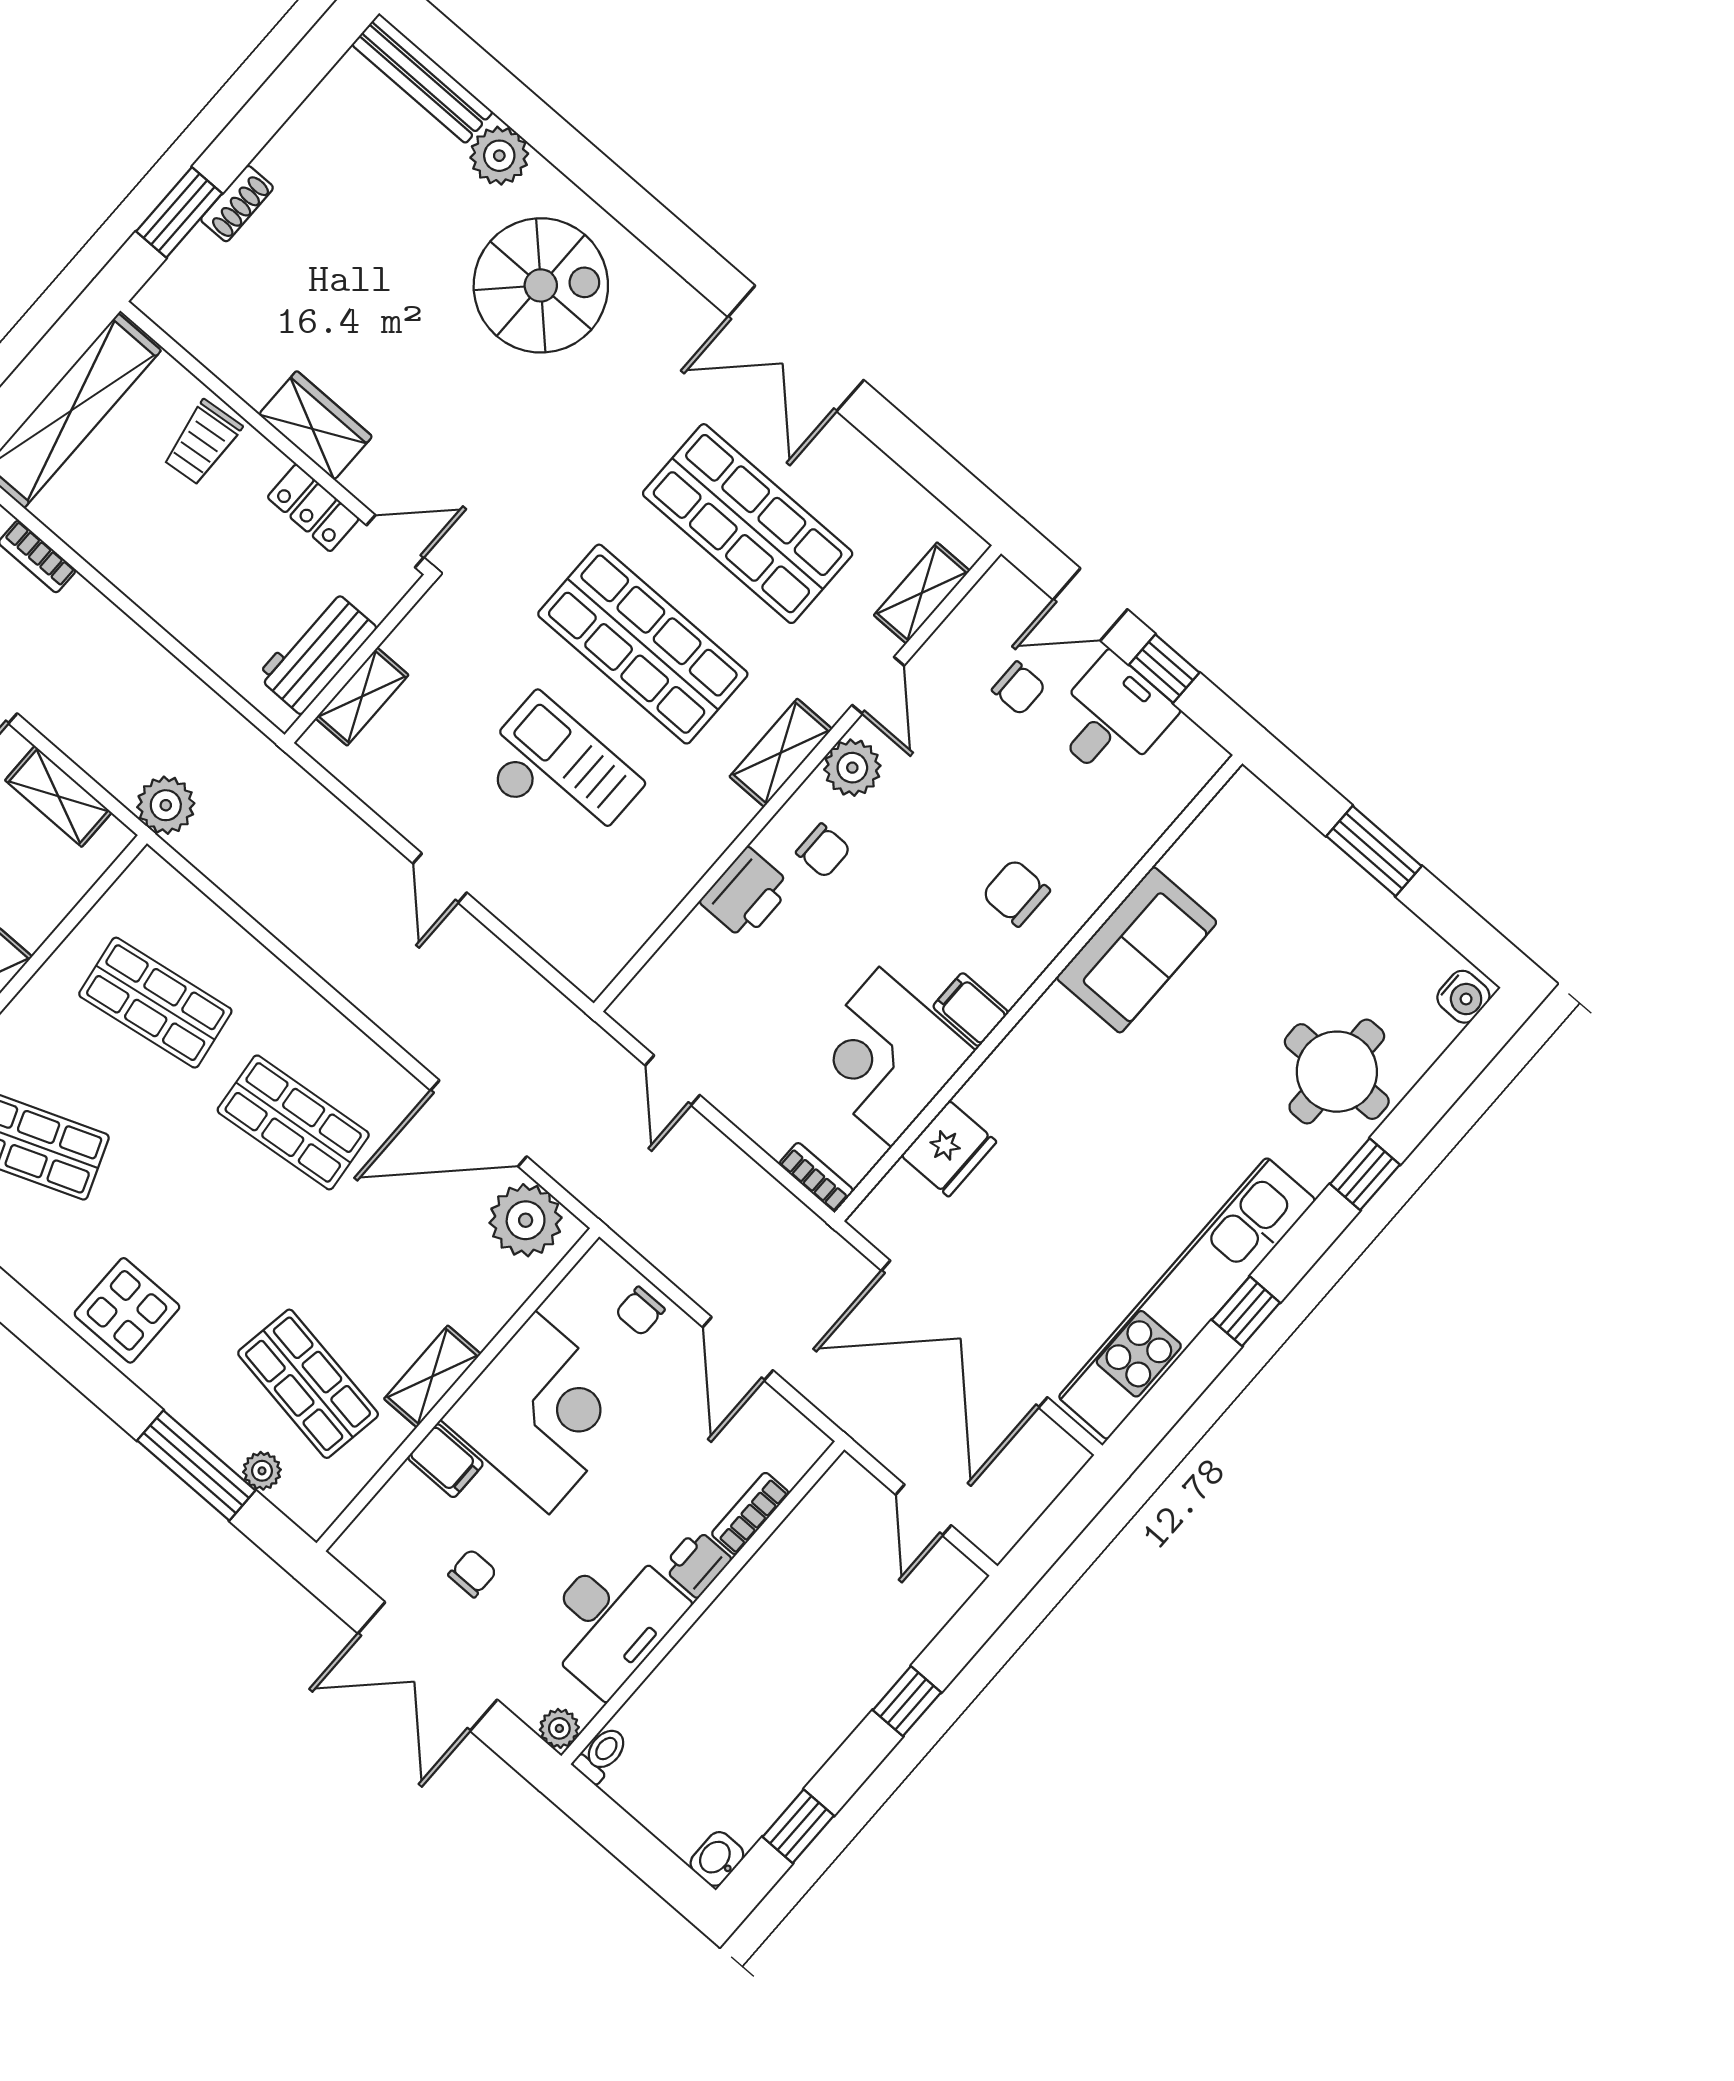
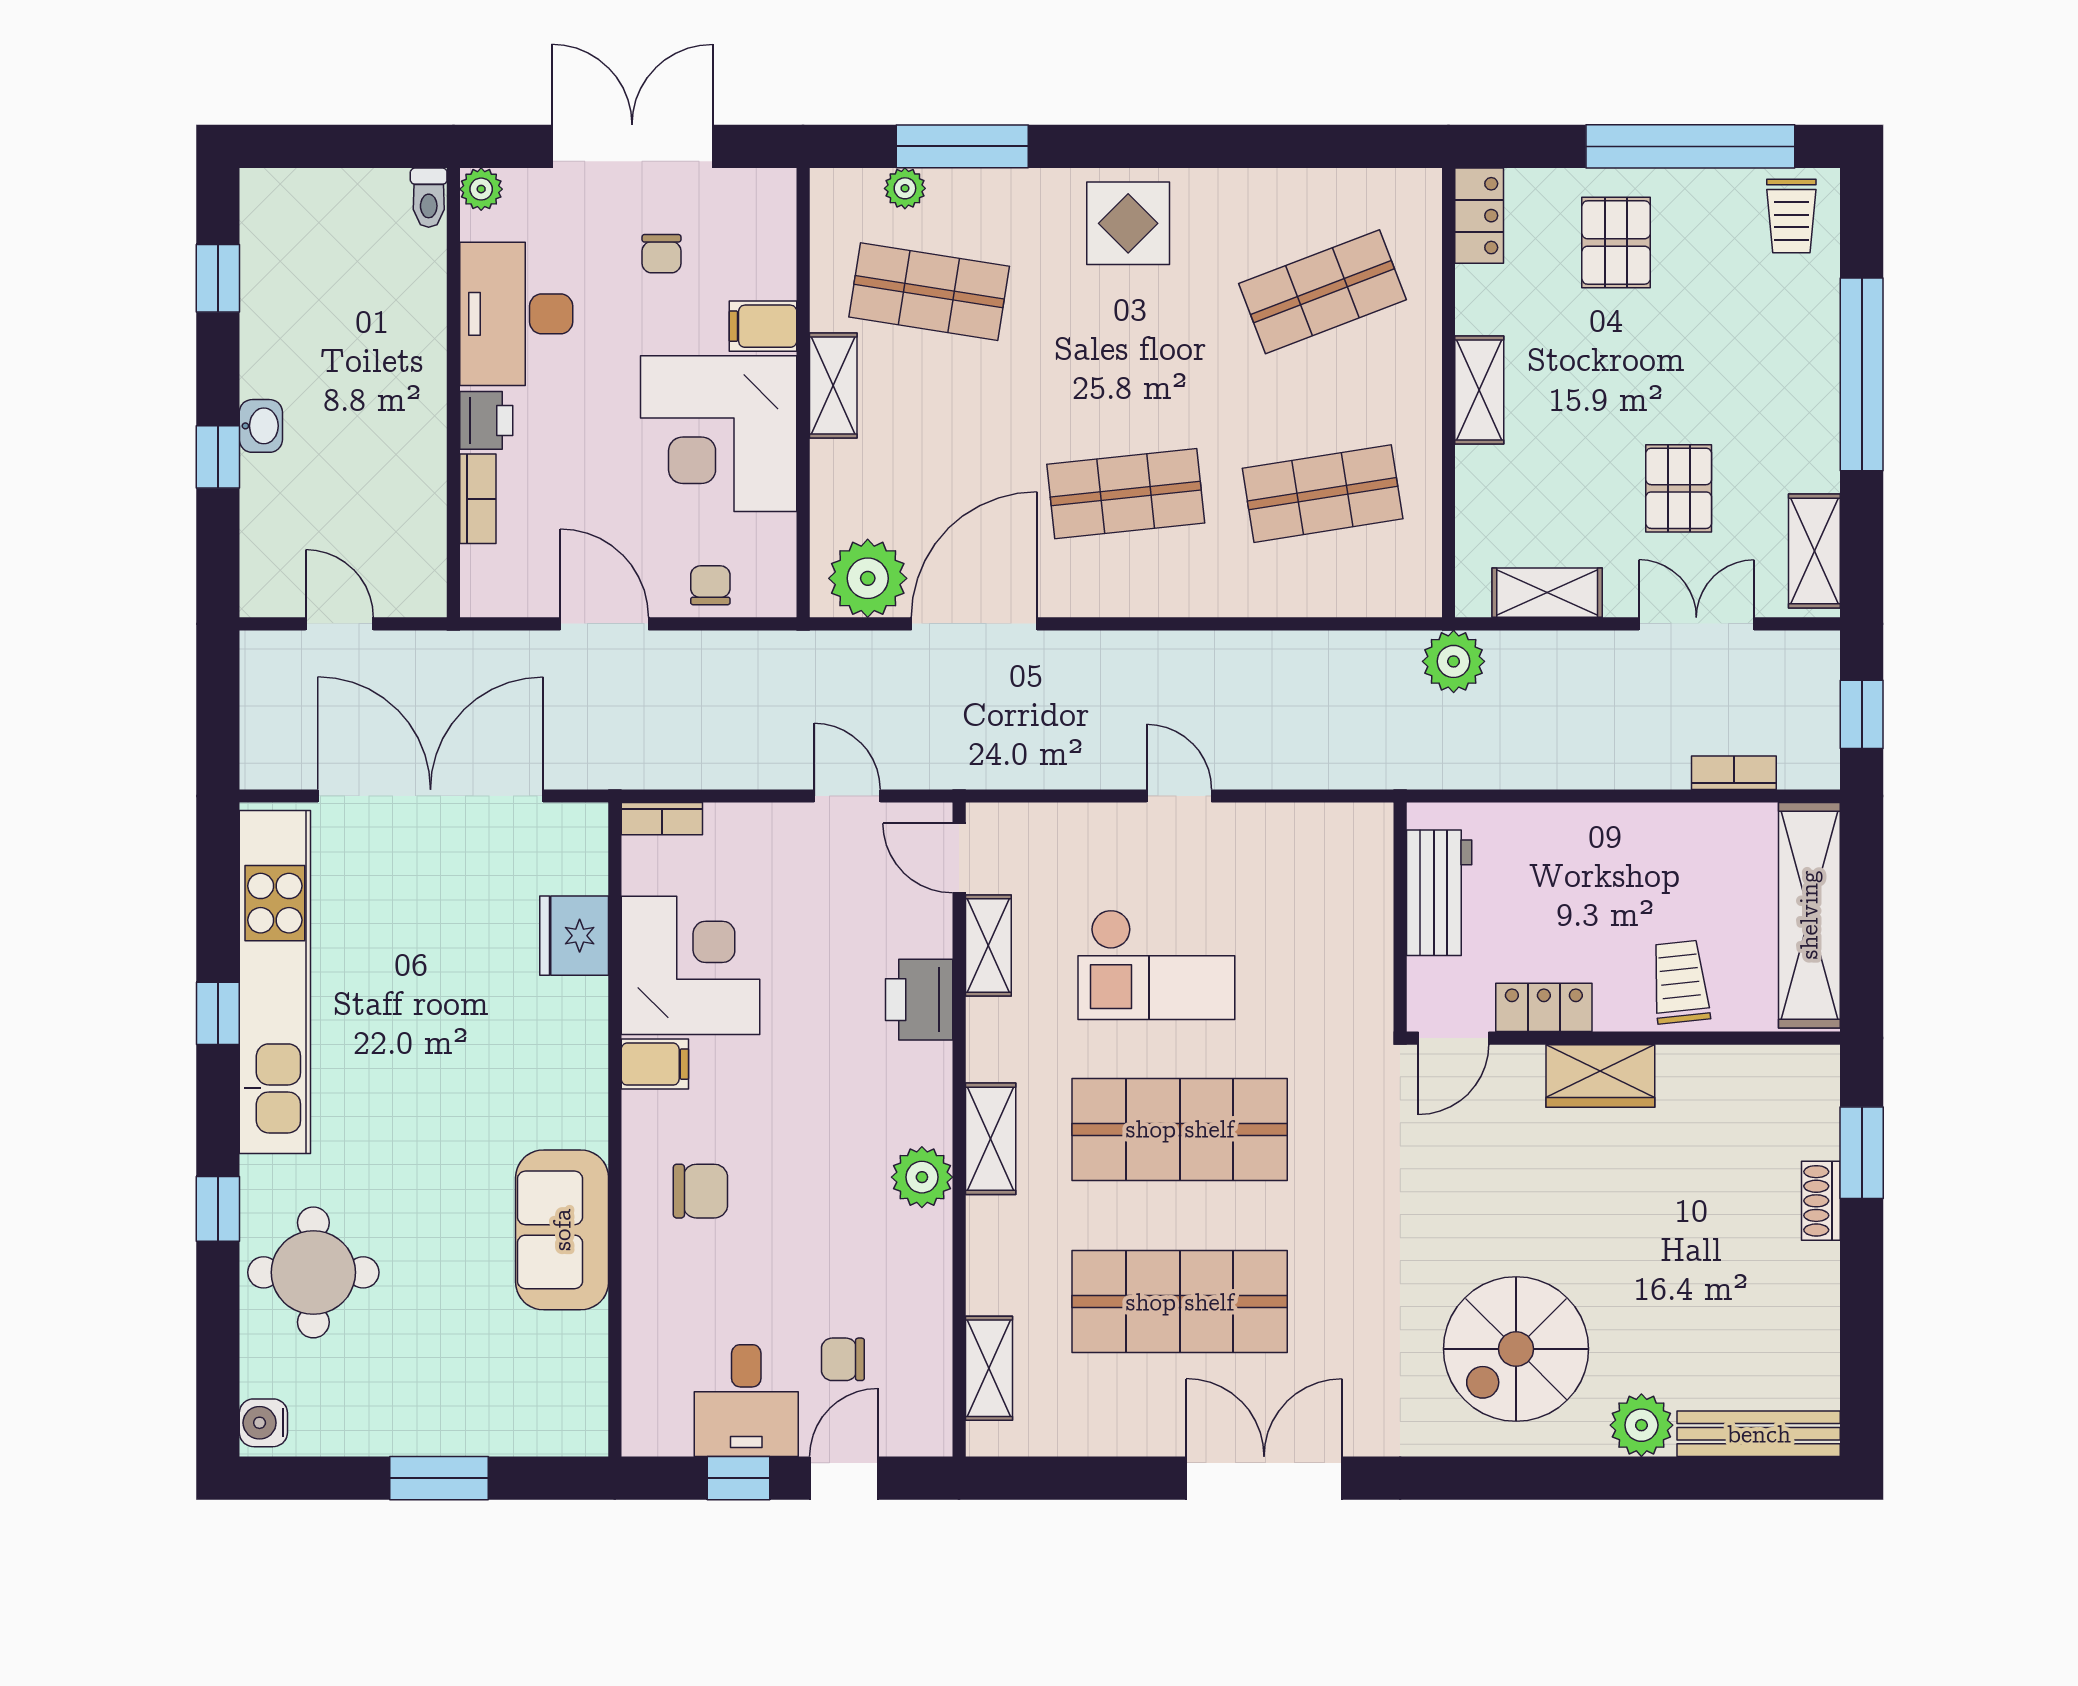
door: (878, 685) -> (959, 858), moved
shelving: (362, 697) -> (988, 946), moved
chair: (823, 851) -> (887, 1089), removed
washbasin: (717, 1859) -> (261, 426), moved

